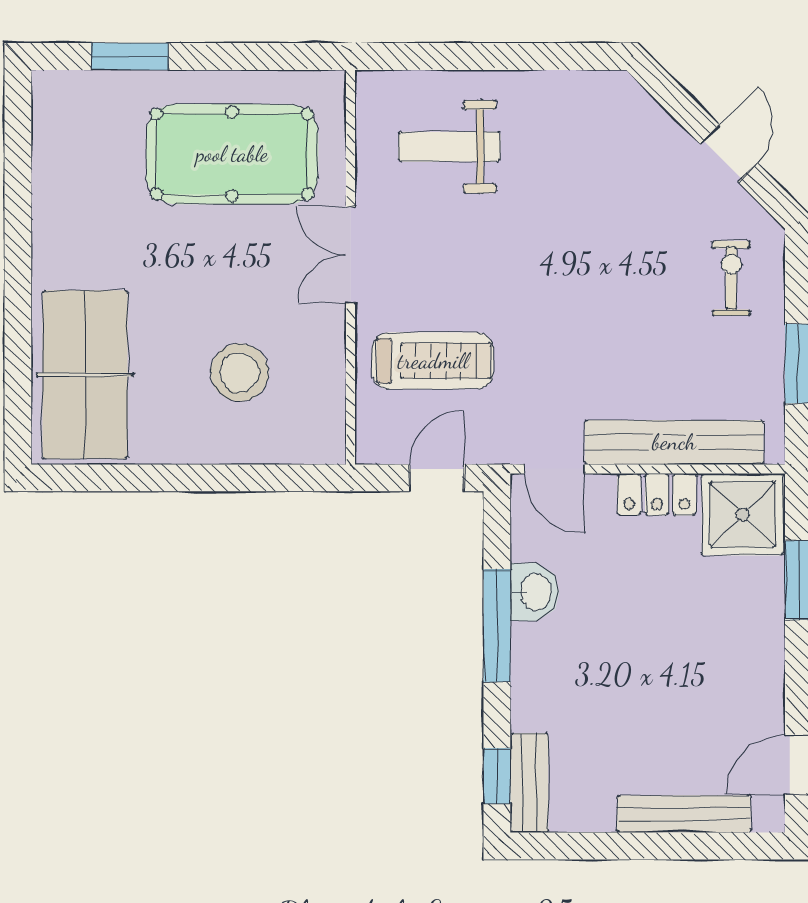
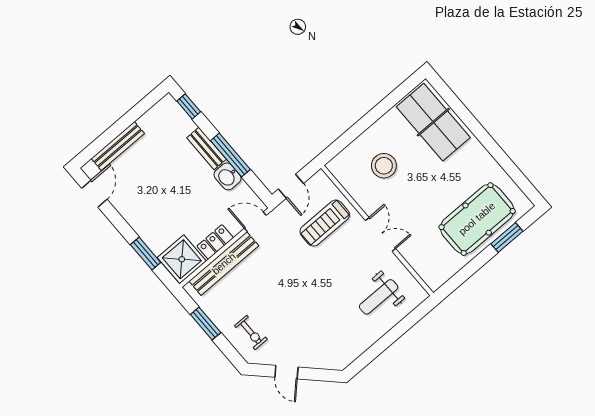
weight bench: (449, 147) -> (379, 297), turned 180
pool table: (232, 154) -> (477, 219), moved
bench: (529, 783) -> (207, 148), moved

